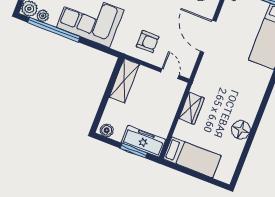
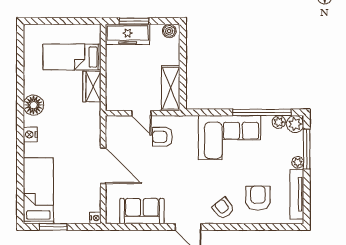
door: (170, 74) -> (141, 113), moved
nightstand: (260, 87) -> (30, 134), added
floor lamp: (241, 130) -> (34, 105), moved
bed: (192, 157) -> (72, 57), moved

